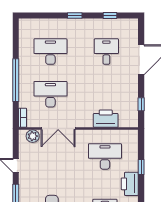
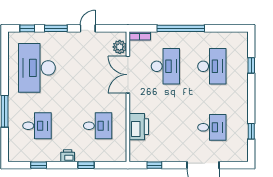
window: (75, 15) -> (251, 65), moved
desk: (105, 156) -> (98, 126), width x0.73
printer: (130, 184) -> (68, 156), width x0.53, depth x0.68

